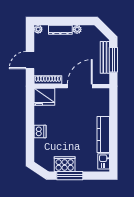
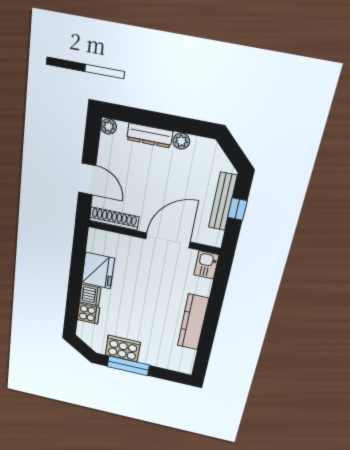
door: (30, 60) -> (87, 179), swing flipped
window: (113, 60) -> (237, 209), width x0.46
fridge: (44, 97) -> (98, 271), moved, turned -90
cooker: (40, 145) -> (88, 314), added
kitchen sink: (104, 161) -> (206, 265), moved

